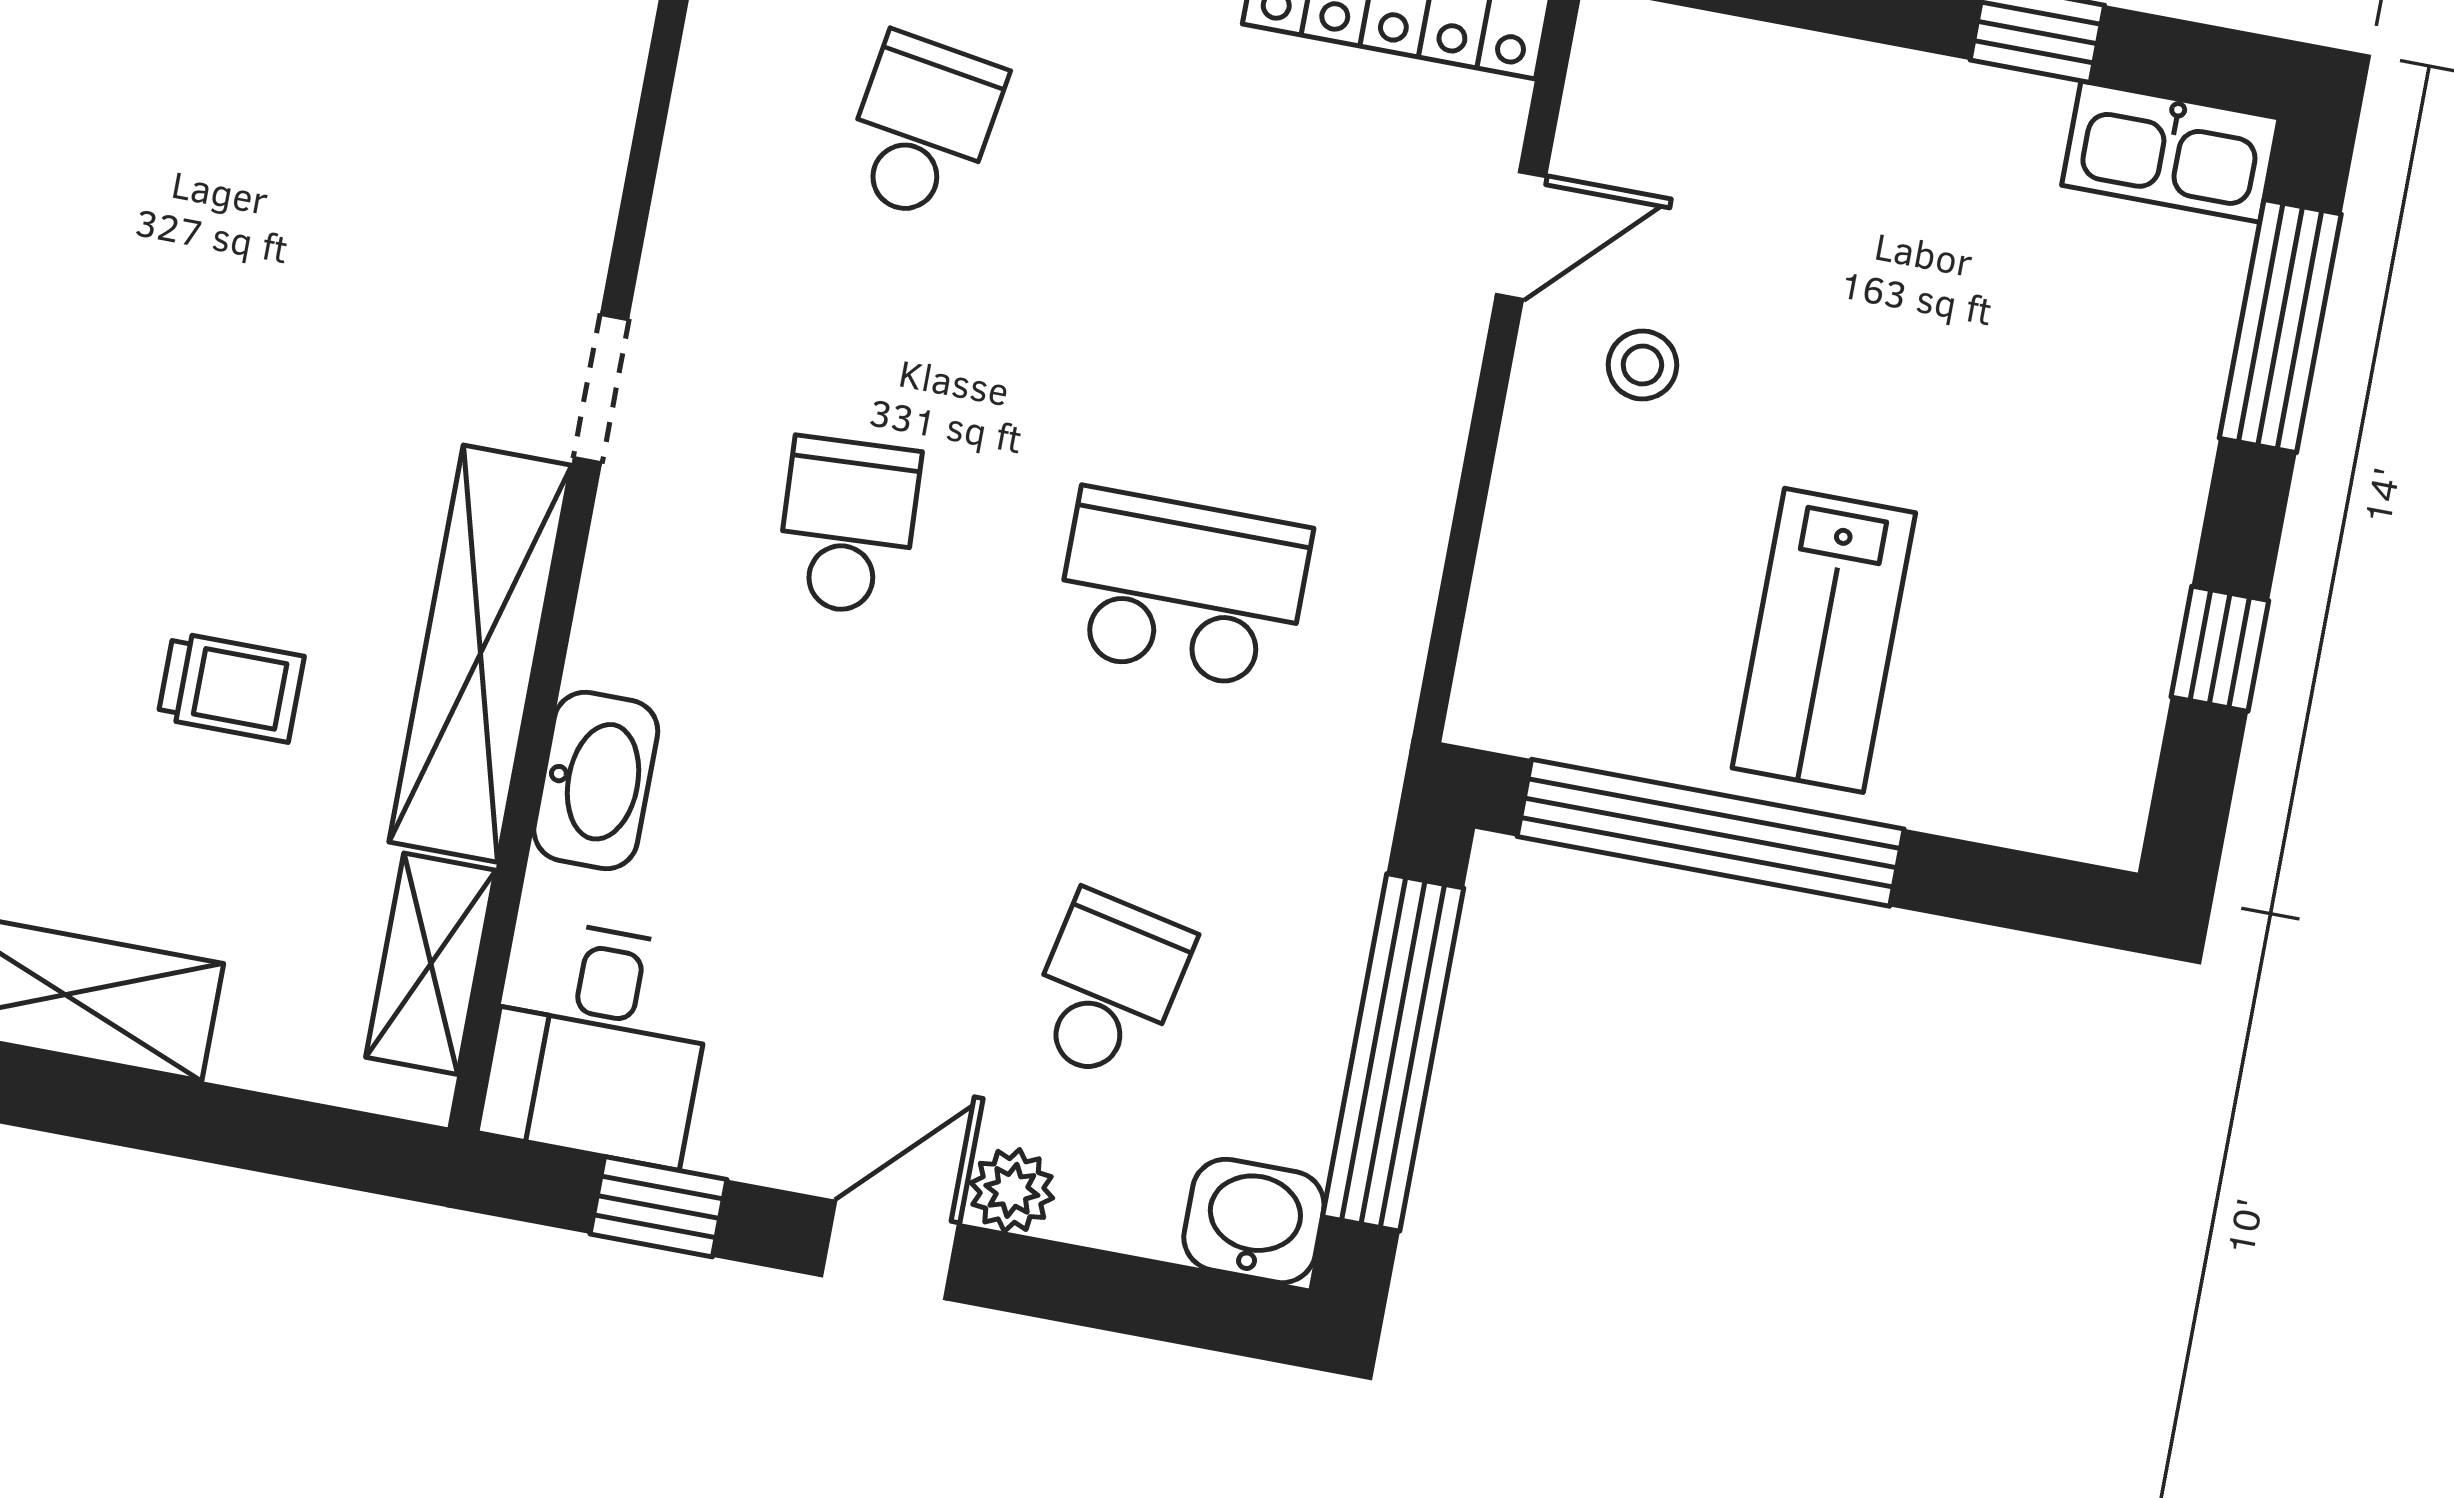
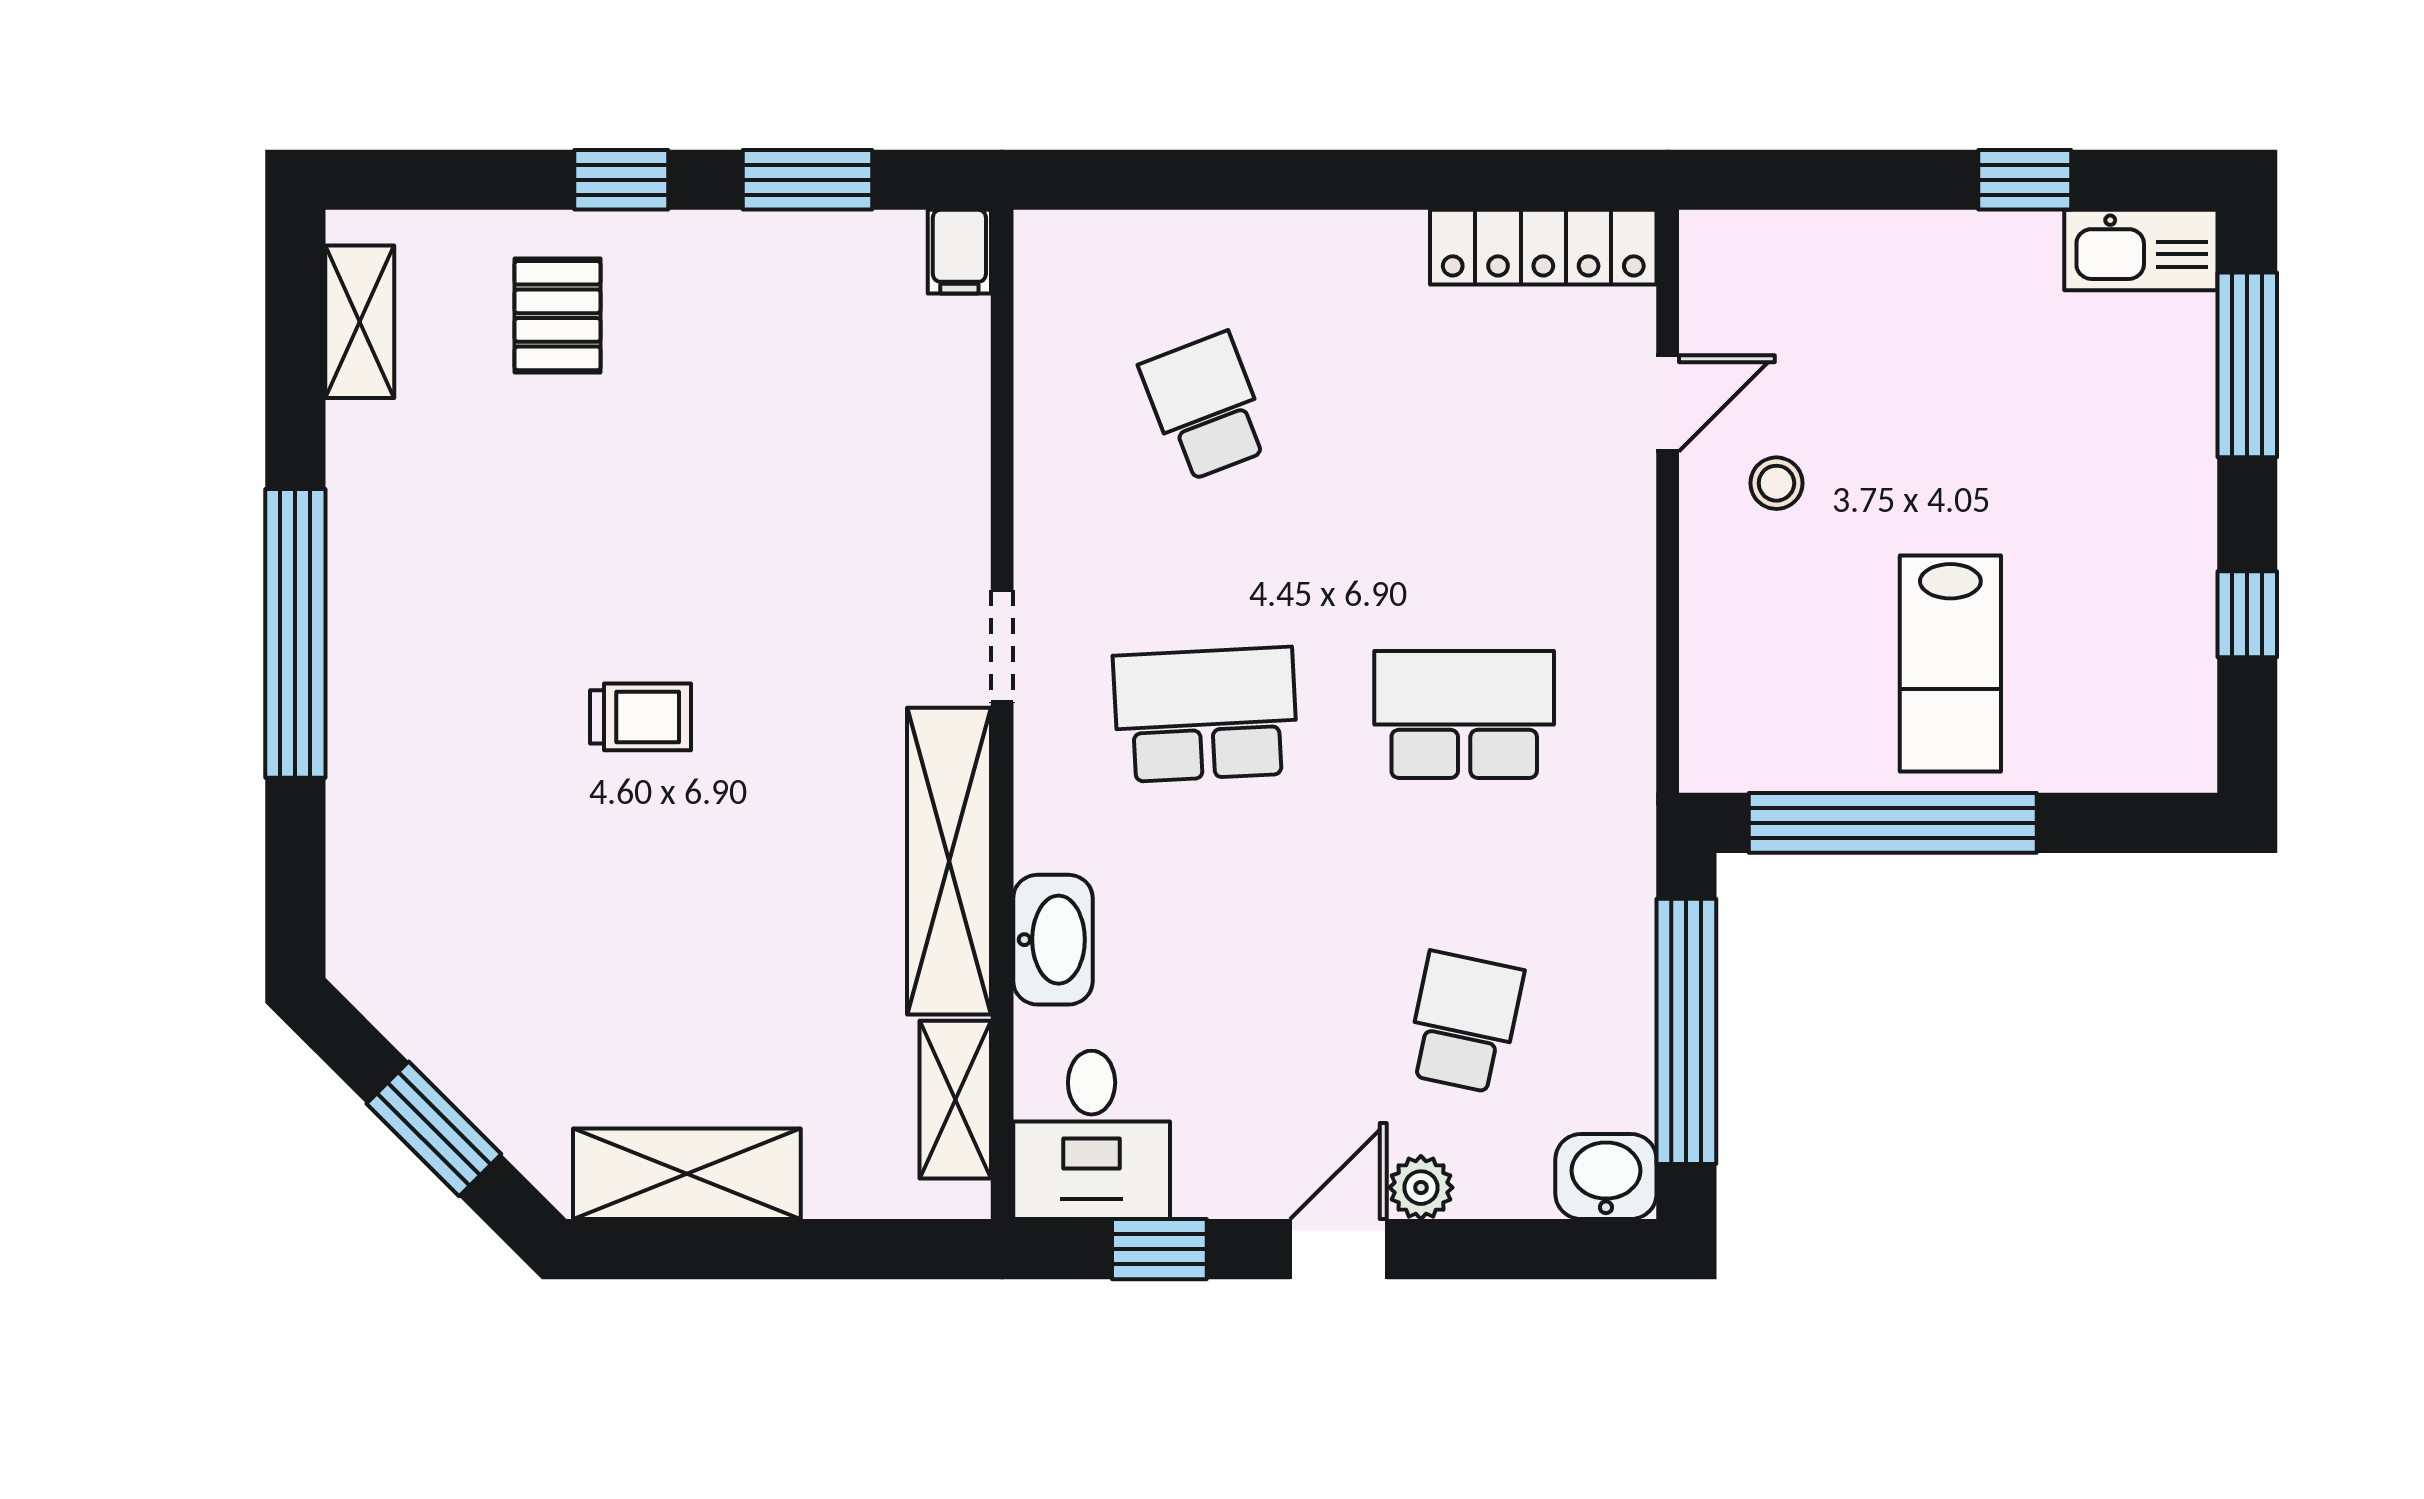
school desk: (922, 128) -> (1206, 407), turned -30
school desk: (848, 526) -> (1206, 714), width x1.85
trolley: (231, 687) -> (640, 717), moved

